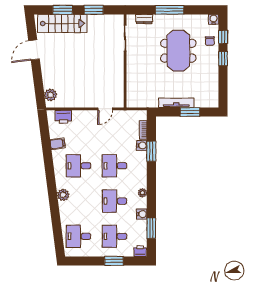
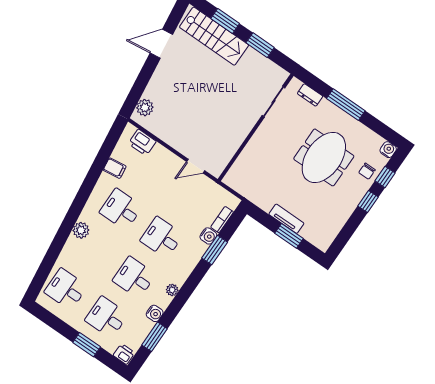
tv unit: (176, 103) -> (286, 219), width x0.71

